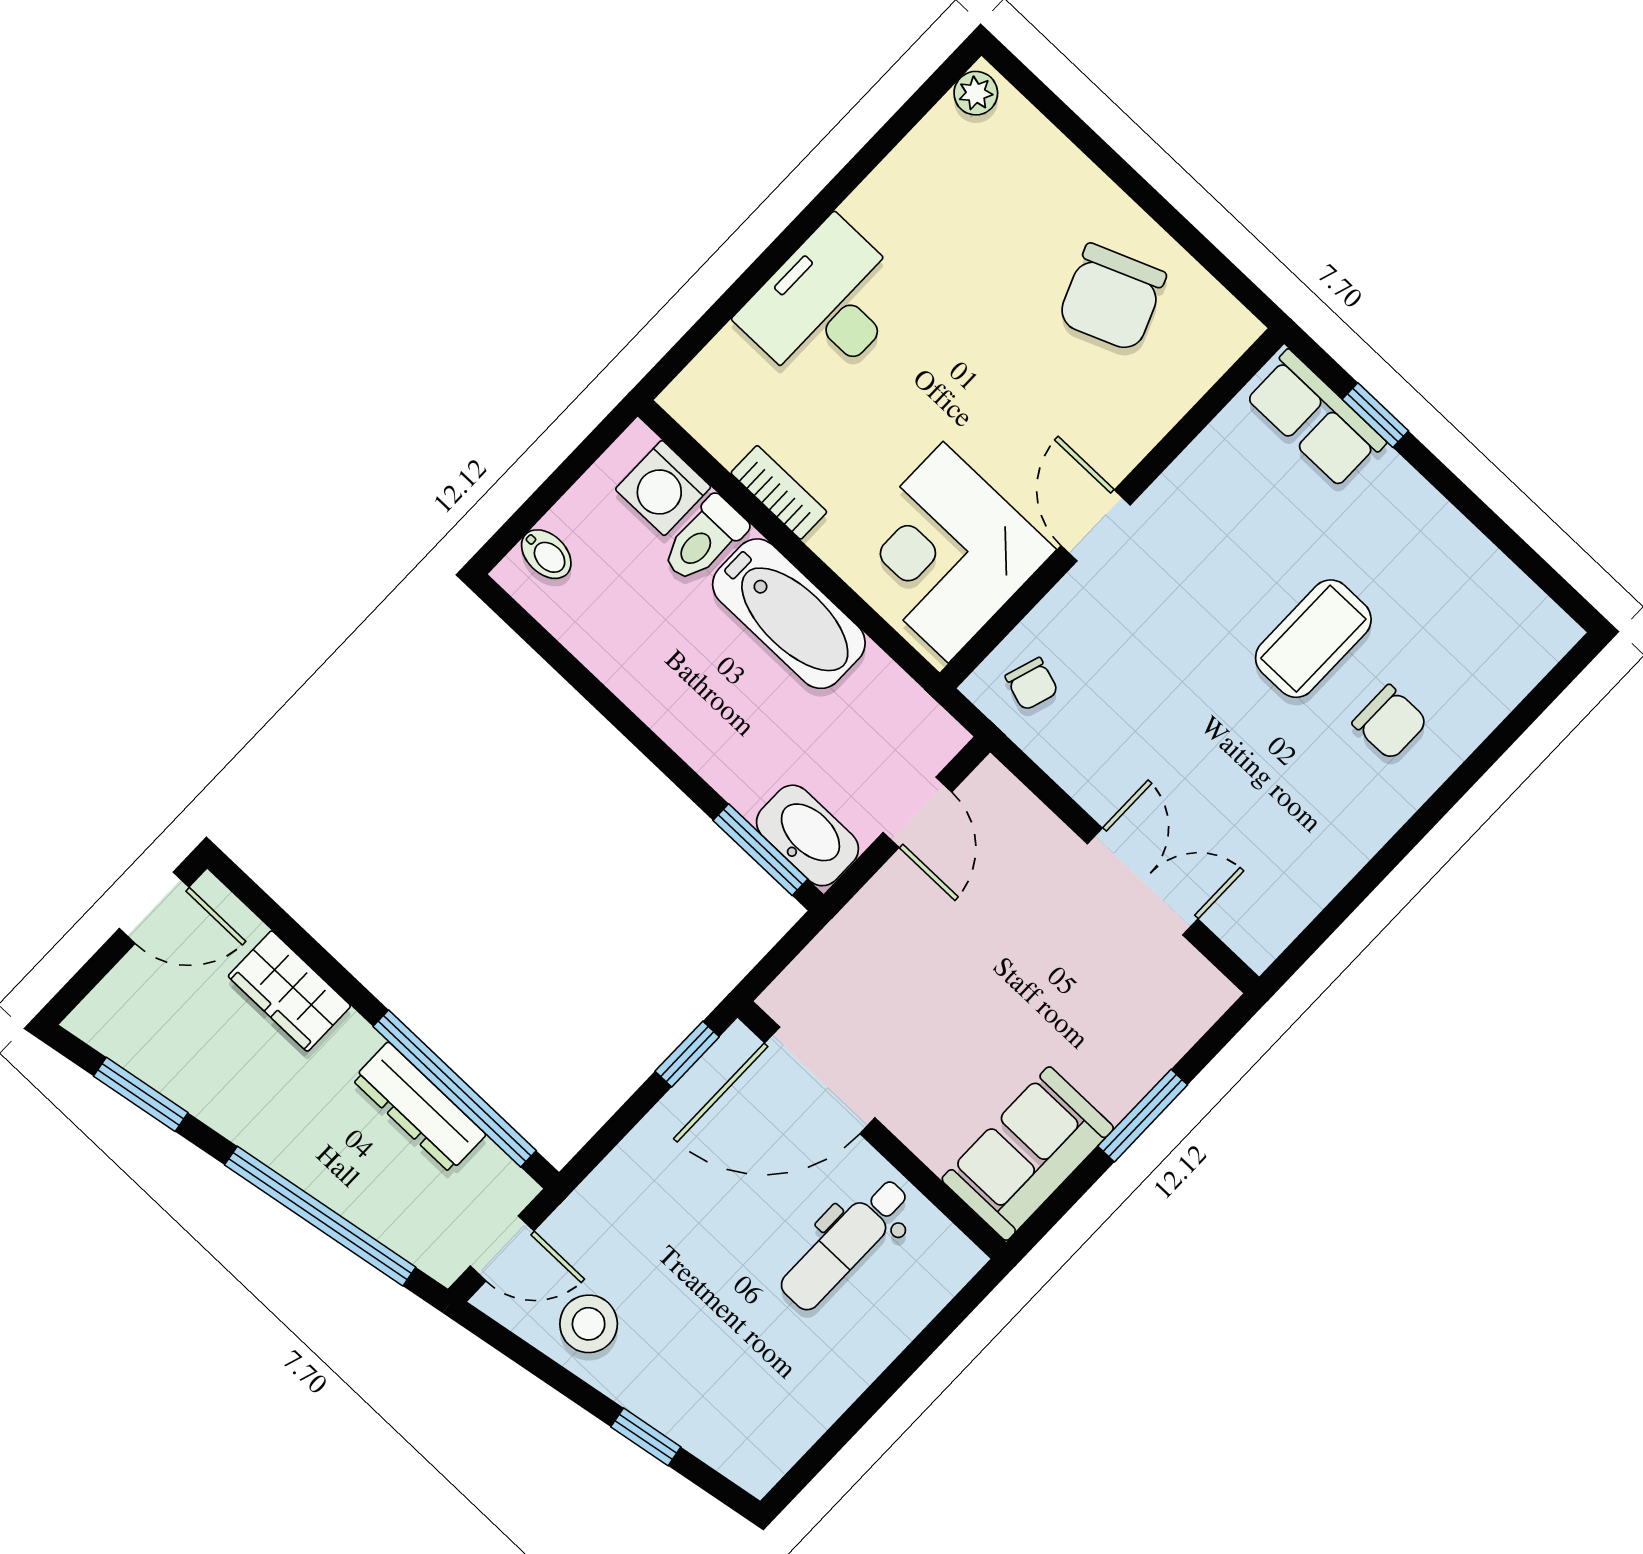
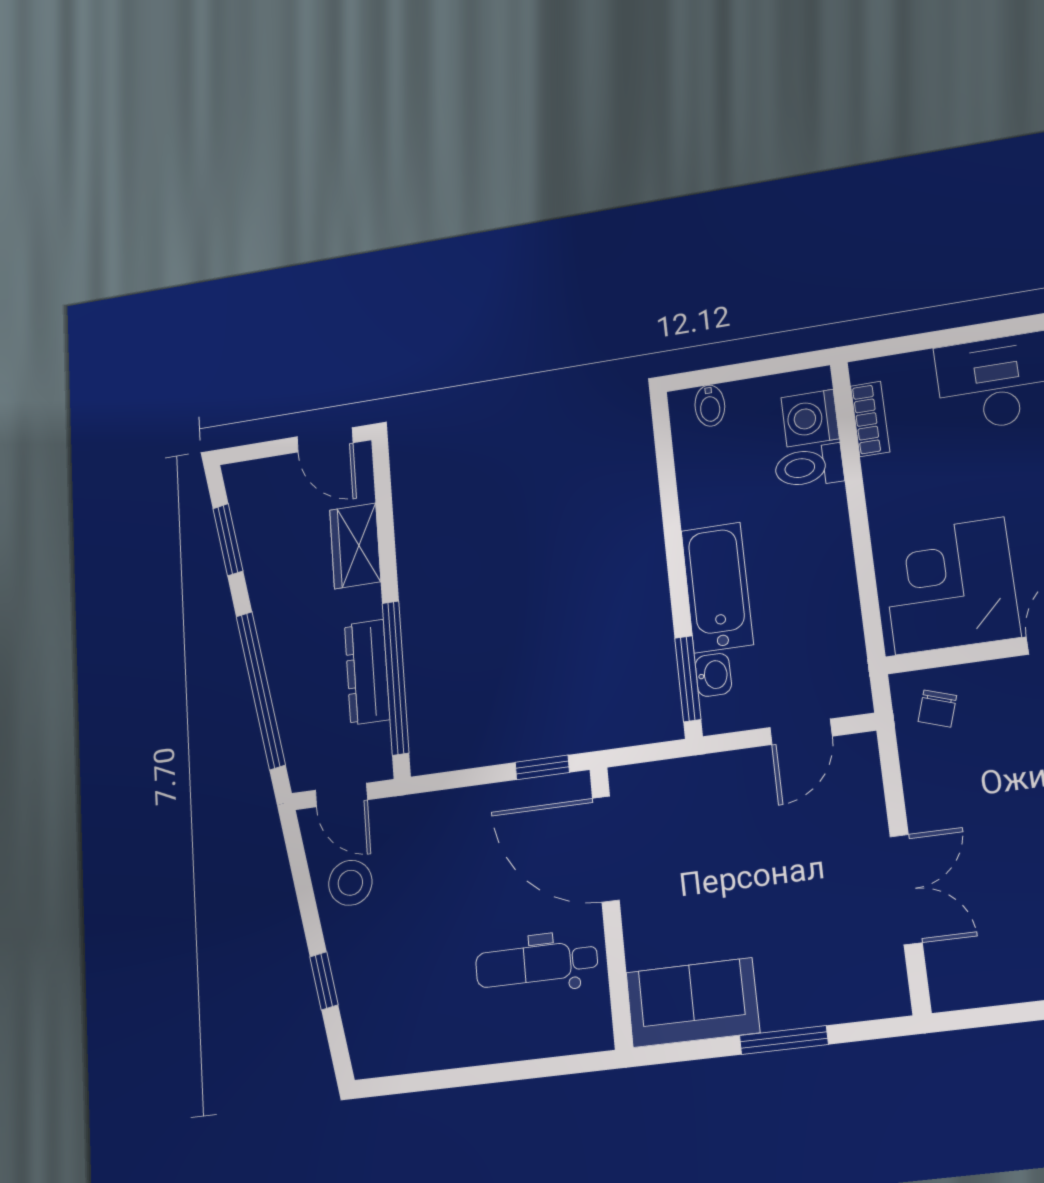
bookcase: (779, 492) -> (870, 419), moved
bathtub: (789, 614) -> (717, 587), moved, turned 180
washbasin: (807, 835) -> (713, 675), width x0.52, depth x0.69

